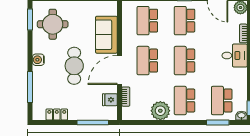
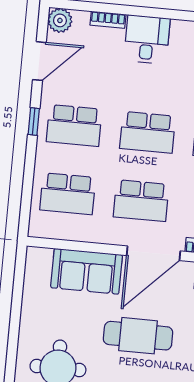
door: (119, 70) -> (153, 253), hinge flipped

